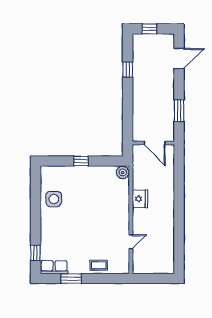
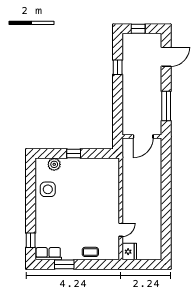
window: (179, 111) -> (166, 106), width x1.44
door: (155, 143) -> (143, 137), hinge flipped
plant: (123, 172) -> (54, 164), moved
fridge: (140, 199) -> (129, 252), moved

